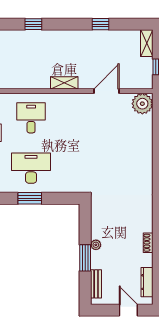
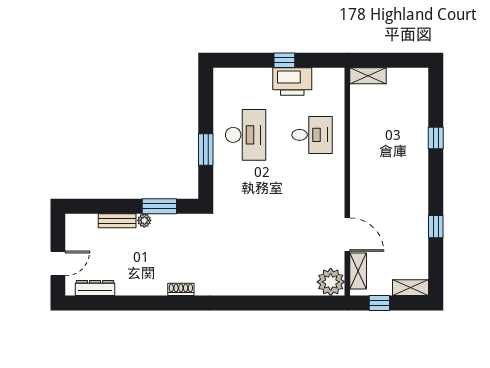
shelving: (64, 83) -> (358, 271), moved
window: (30, 198) -> (206, 149), moved
shoe rack: (148, 243) -> (181, 289), moved
window: (85, 258) -> (159, 206), moved
bench: (96, 284) -> (117, 221), moved

